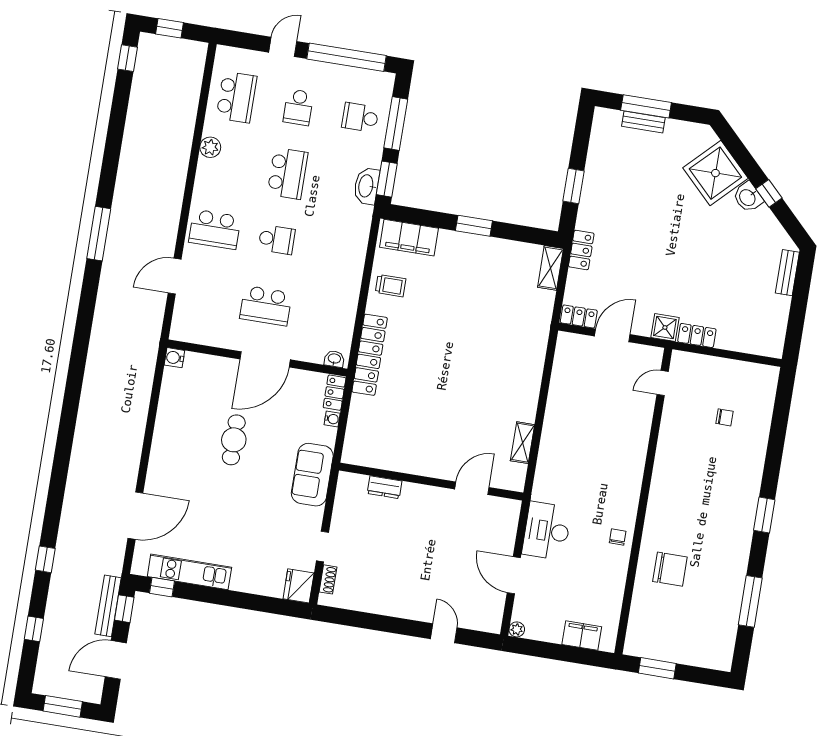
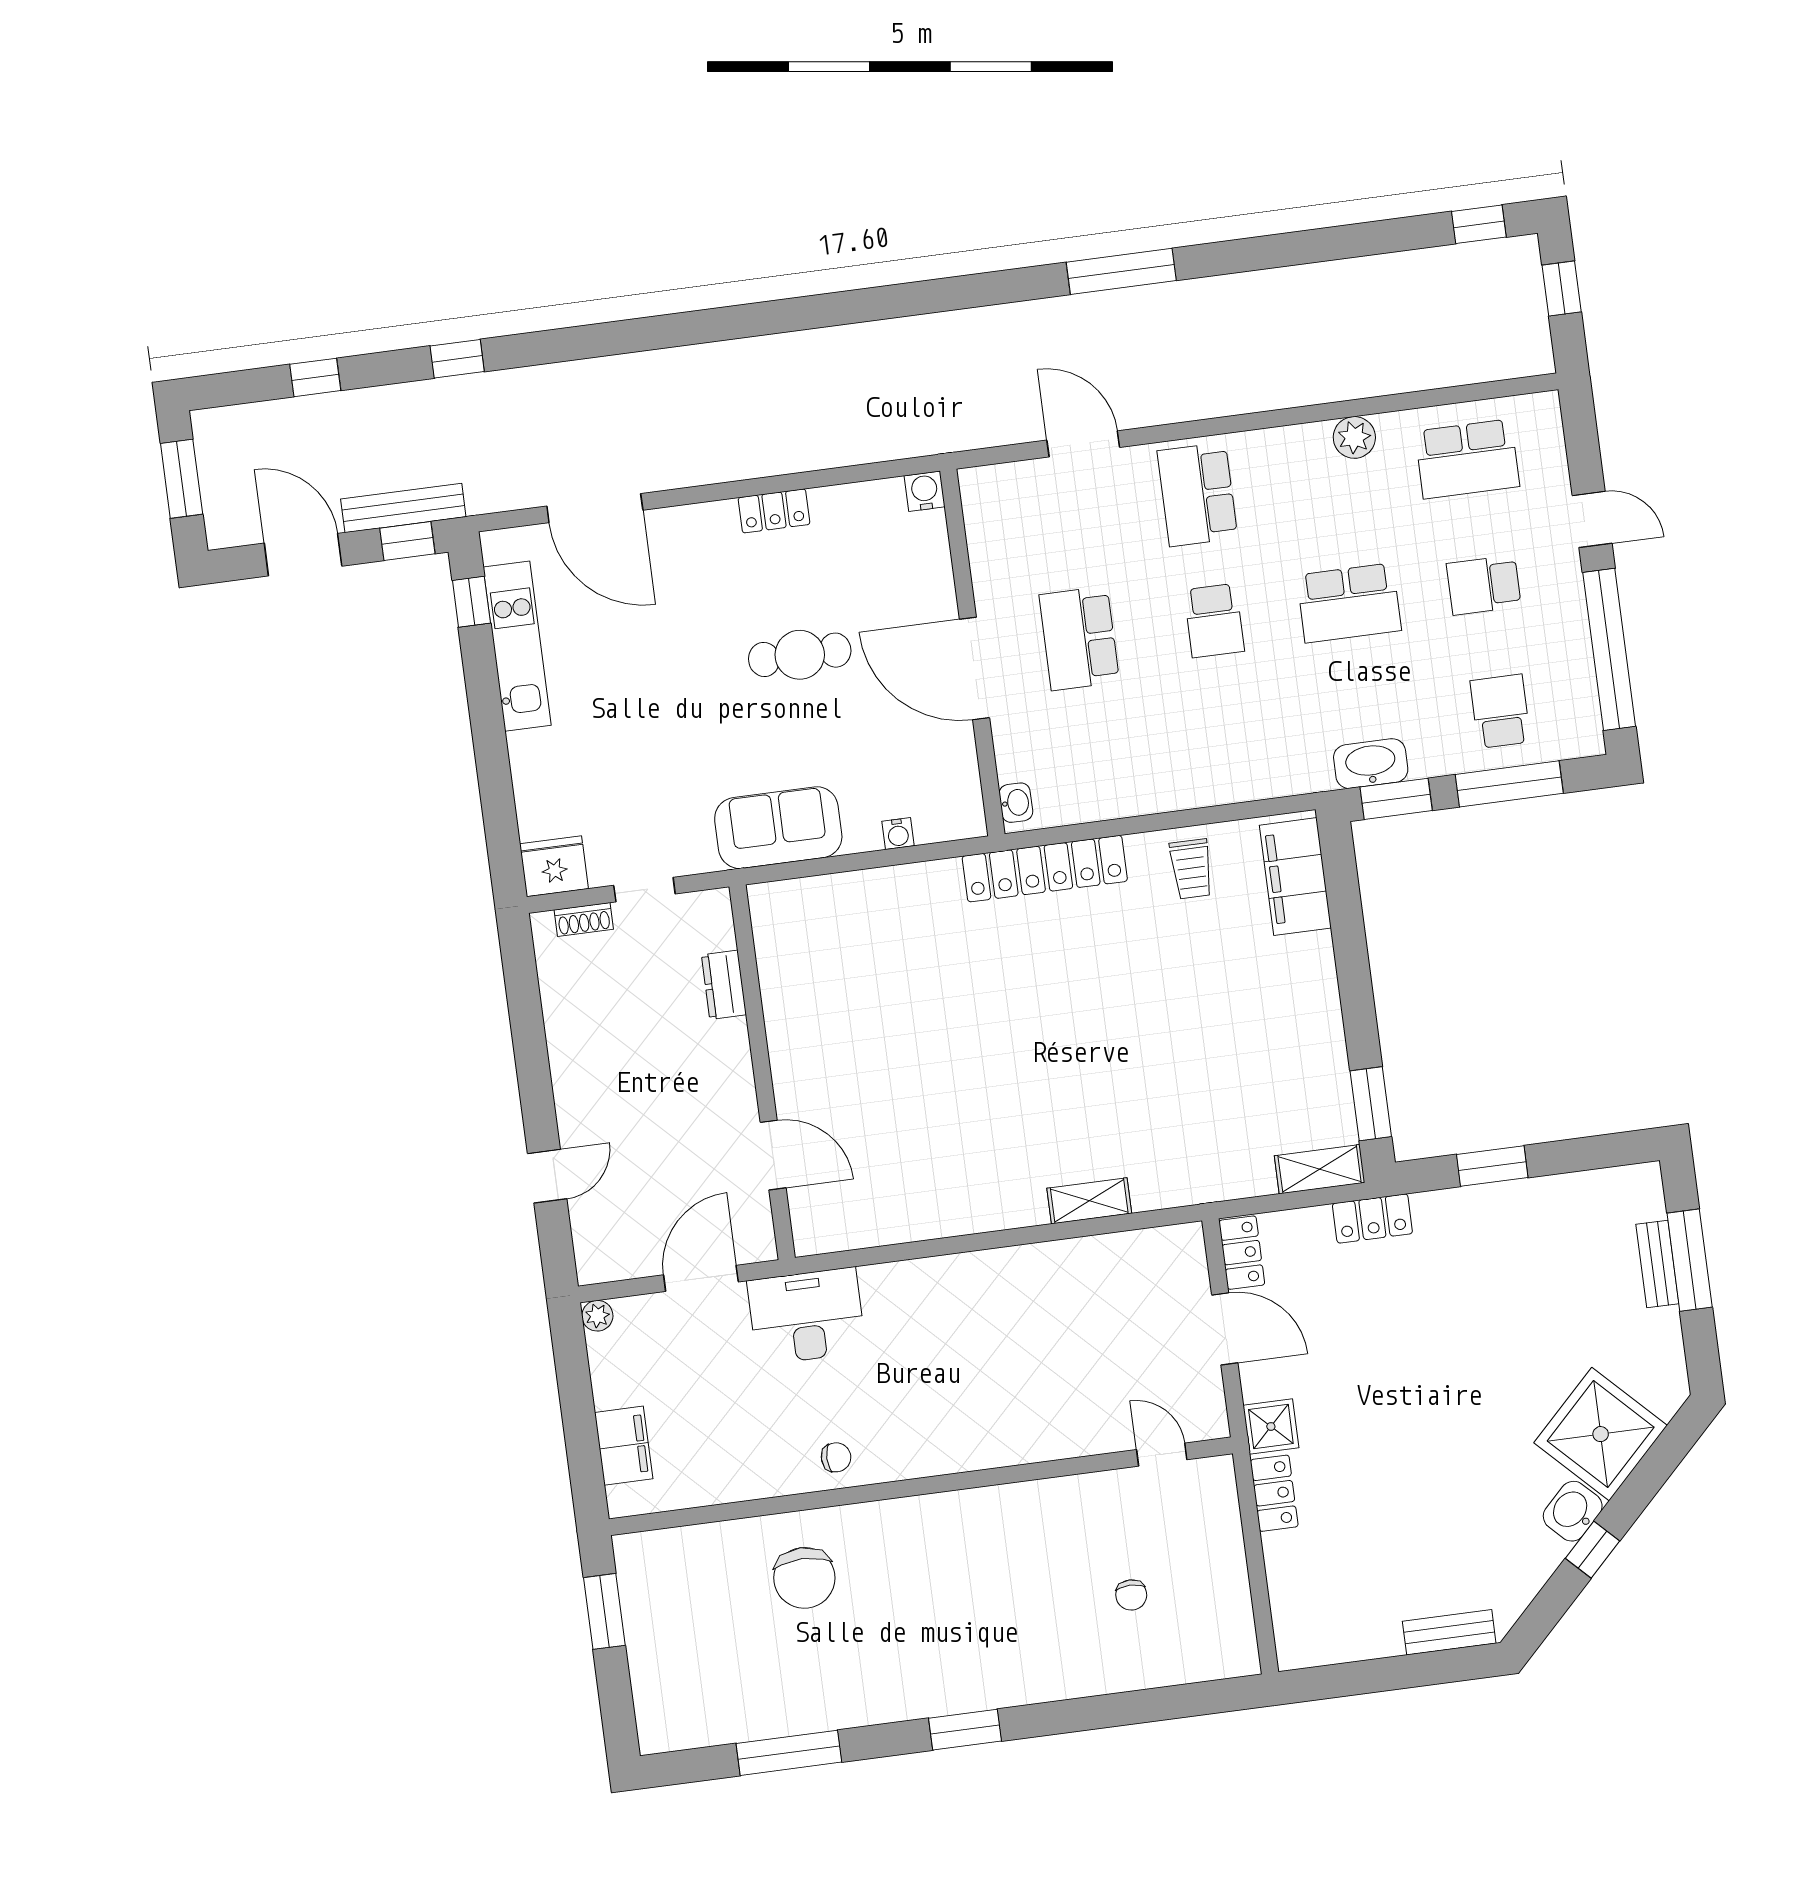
window: (474, 226) -> (1371, 1104), moved
locker: (335, 393) -> (774, 511), moved, turned 180
shelving: (522, 443) -> (1089, 1201), moved
wall: (431, 482) -> (762, 1072), moved
dresser: (384, 487) -> (724, 985), moved
door: (472, 488) -> (773, 1155), moved

